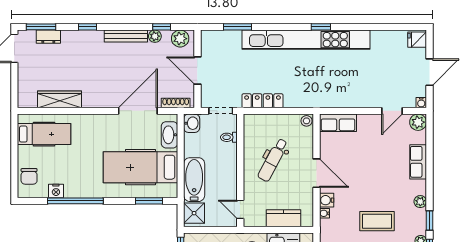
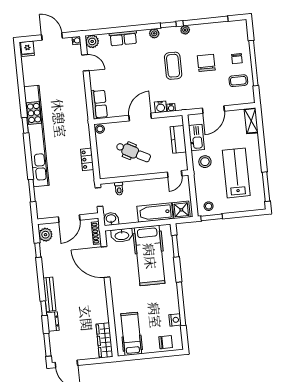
bench: (126, 36) -> (50, 294), moved
plant: (155, 36) -> (46, 255), removed
dresser: (48, 37) -> (53, 321), moved
wardrobe: (59, 99) -> (104, 340), moved
locker: (263, 101) -> (87, 159), width x0.66

